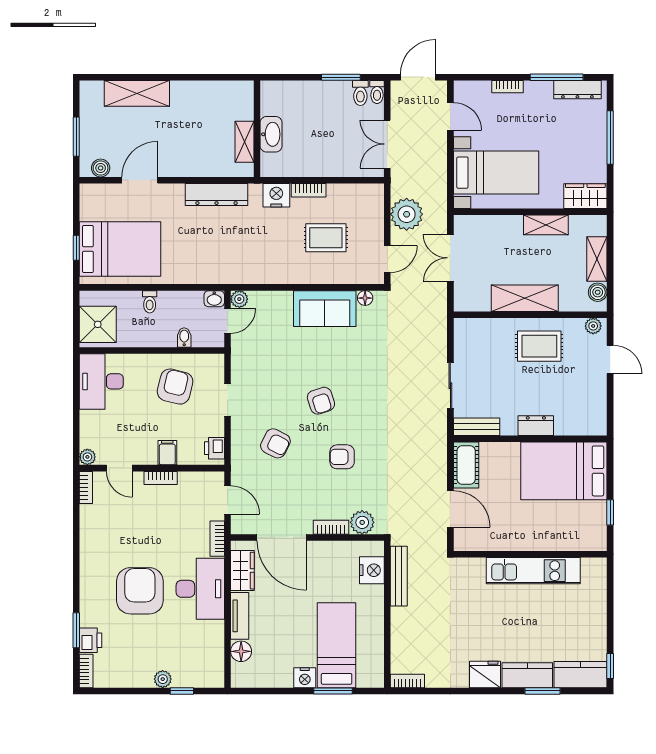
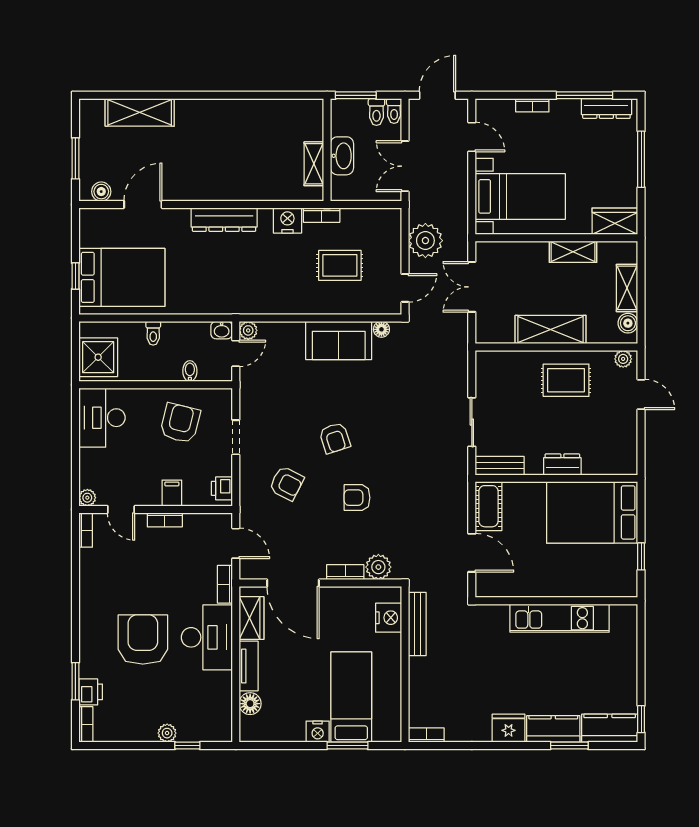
wall: (257, 129) -> (327, 150), moved
washbasin: (271, 134) -> (342, 156), moved
shelving: (245, 142) -> (314, 164), moved

